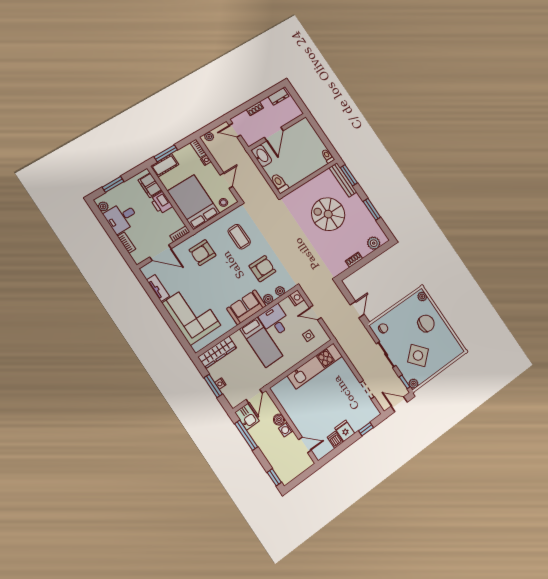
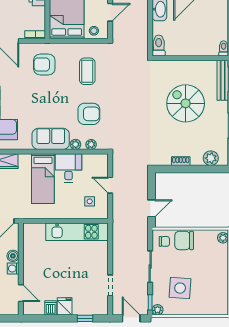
nightstand: (296, 298) -> (102, 160), removed
chair: (426, 323) -> (184, 240), moved, turned 180
side table: (418, 356) -> (180, 288), turned 45

